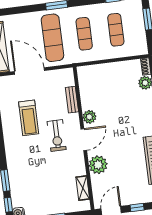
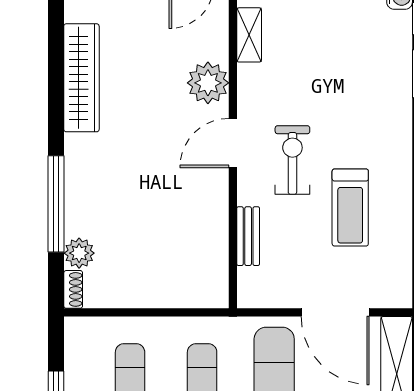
plant: (89, 117) -> (214, 193), removed
treadmill: (29, 118) -> (350, 207), turned 180

